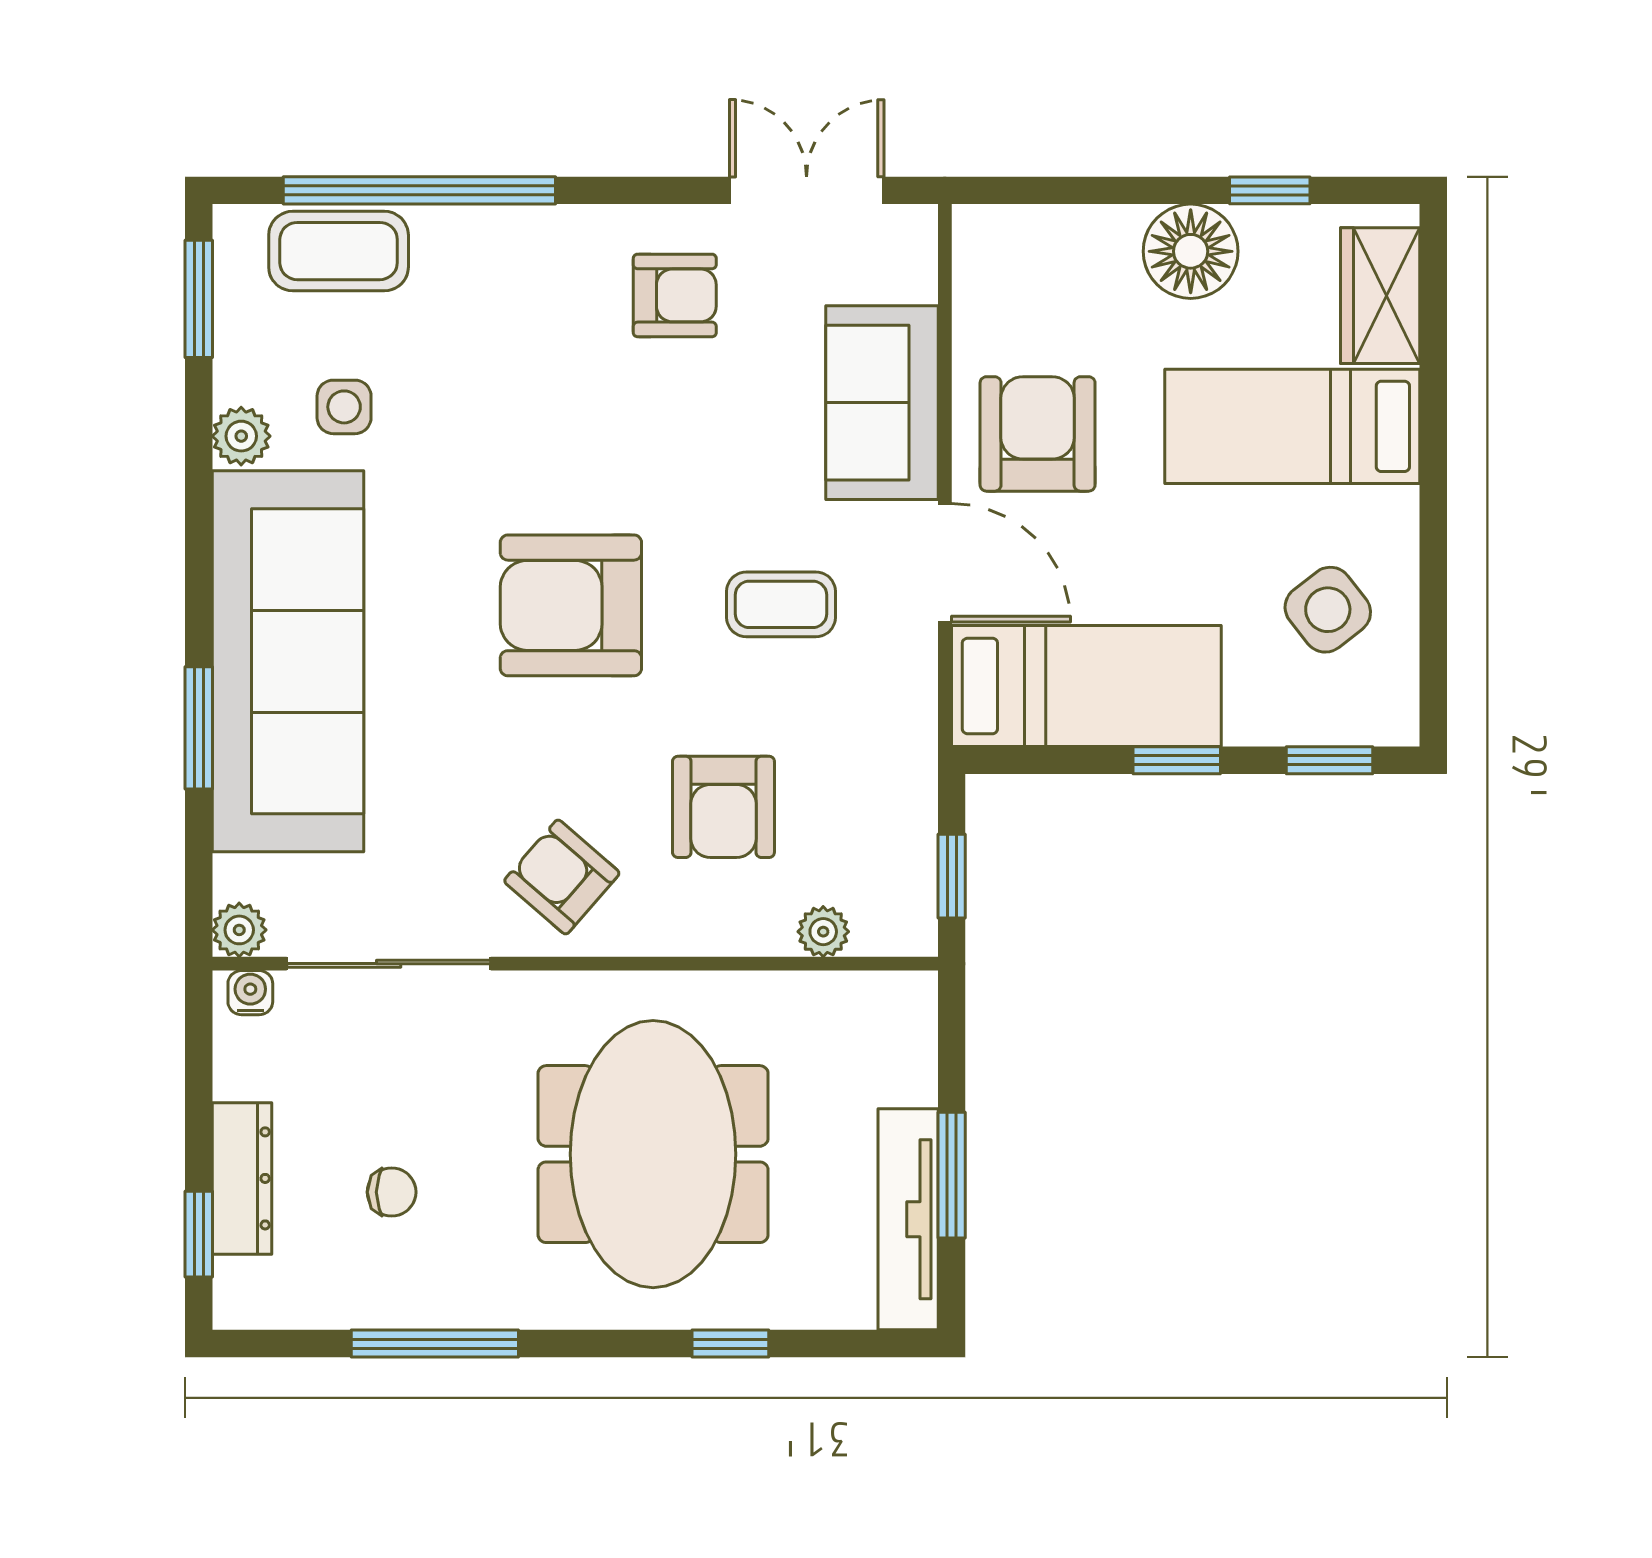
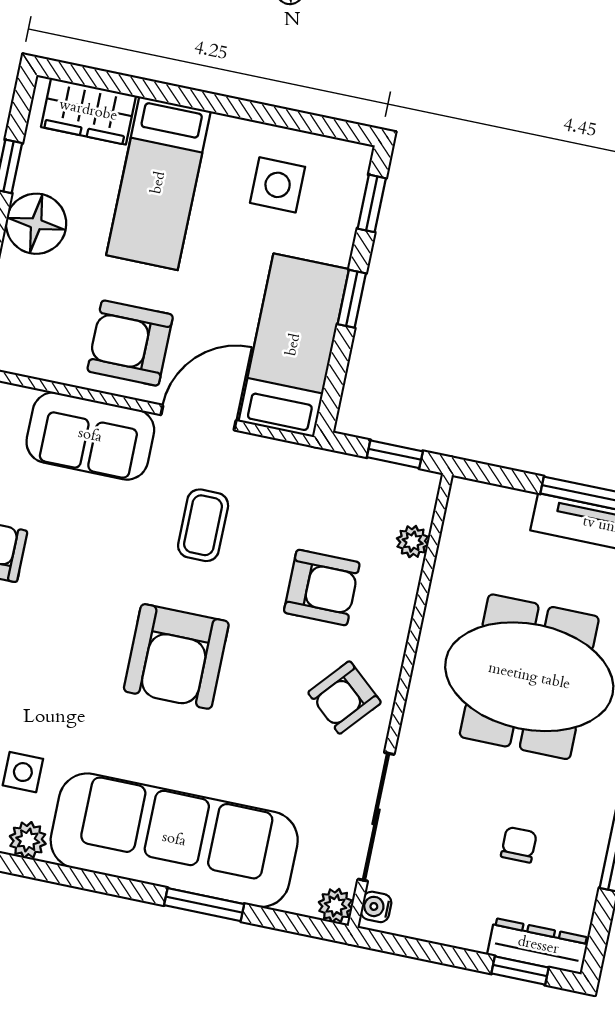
side table: (1328, 610) -> (278, 185), turned 38
dresser: (242, 1178) -> (538, 946), moved

